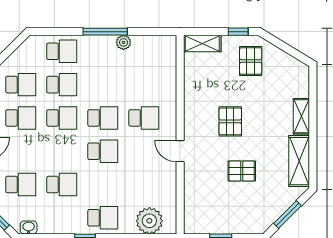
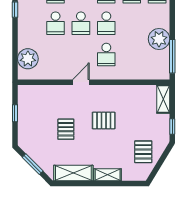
window: (105, 32) -> (172, 56), moved
plant: (123, 42) -> (159, 39), width x1.87, depth x1.87
pallet: (251, 61) -> (143, 152), moved, turned 90
school desk: (103, 218) -> (56, 23), moved

